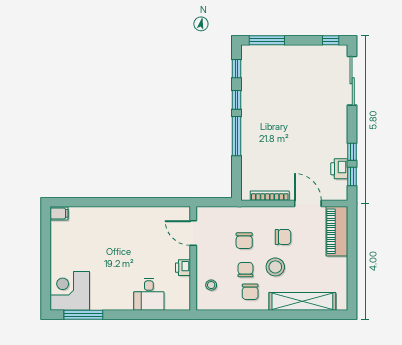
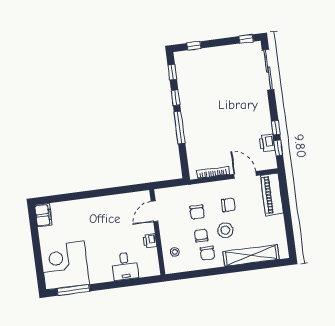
window: (267, 40) -> (194, 46), width x0.46
filing cabinet: (59, 213) -> (43, 215), width x2.00
door: (193, 233) -> (154, 211), hinge flipped
corner desk: (70, 291) -> (65, 265), width x1.36, depth x1.36

